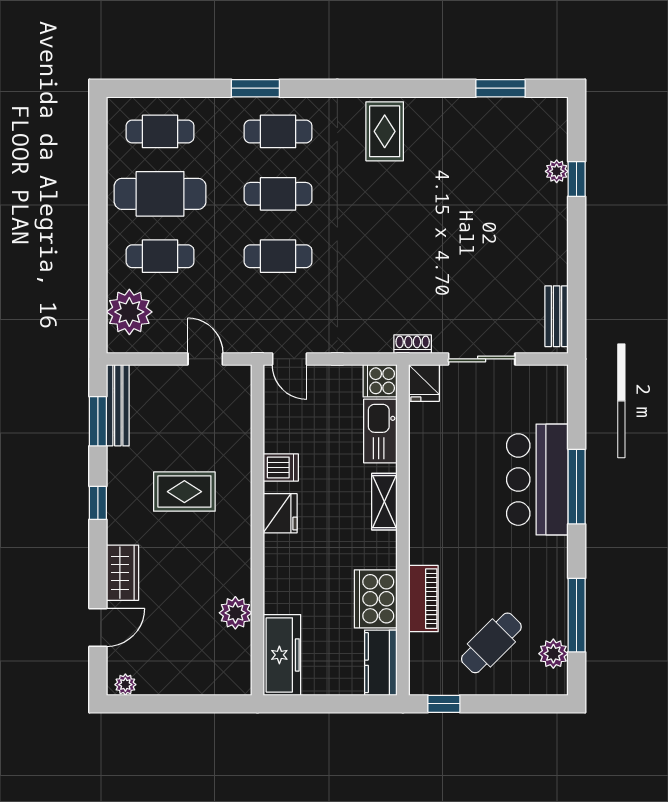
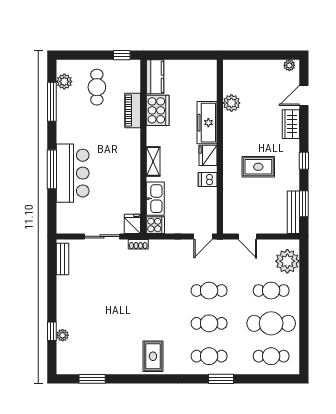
door: (290, 359) -> (203, 236), swing flipped
cafe table: (491, 643) -> (97, 87), turned -45
freezer: (282, 655) -> (207, 123), moved

